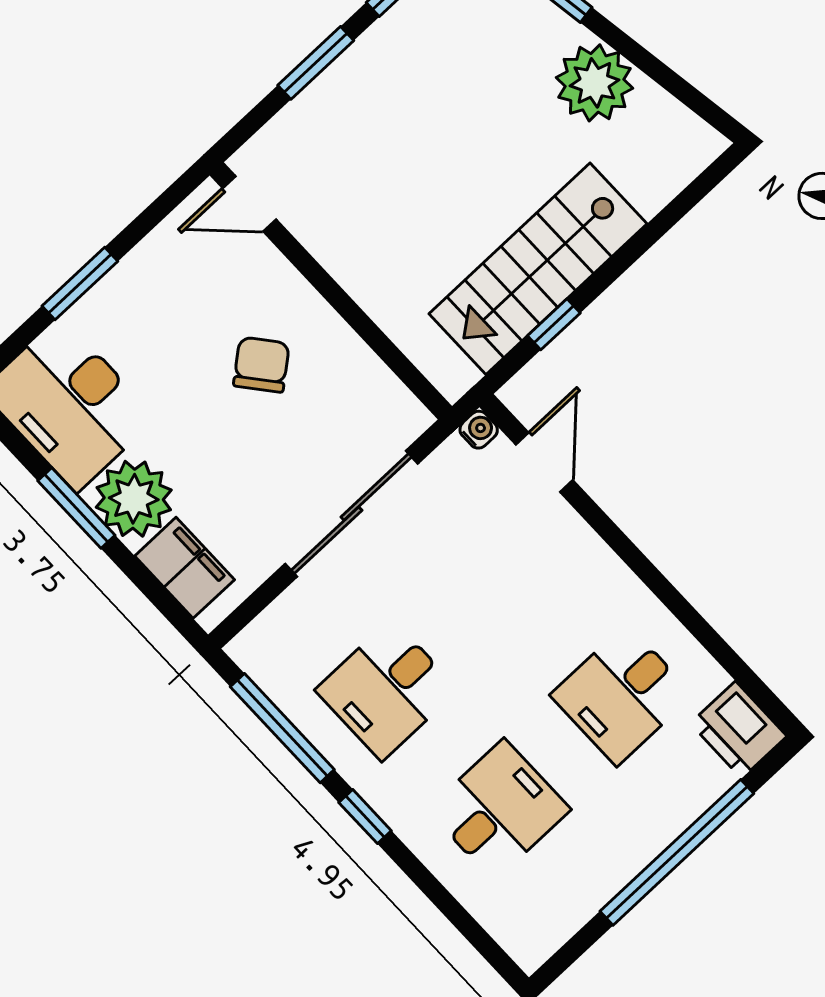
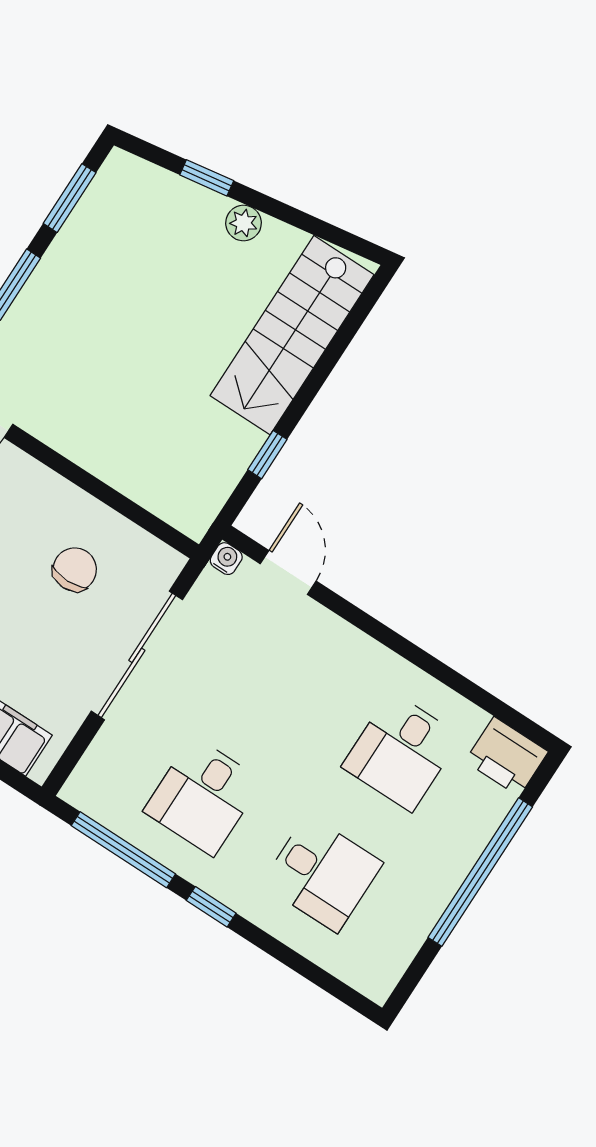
plant: (594, 83) -> (244, 223), width x0.53, depth x0.53
stairs: (538, 269) -> (292, 335), moved
chair: (261, 365) -> (75, 570), moved, turned 39
desk: (499, 810) -> (322, 873), turned 90

